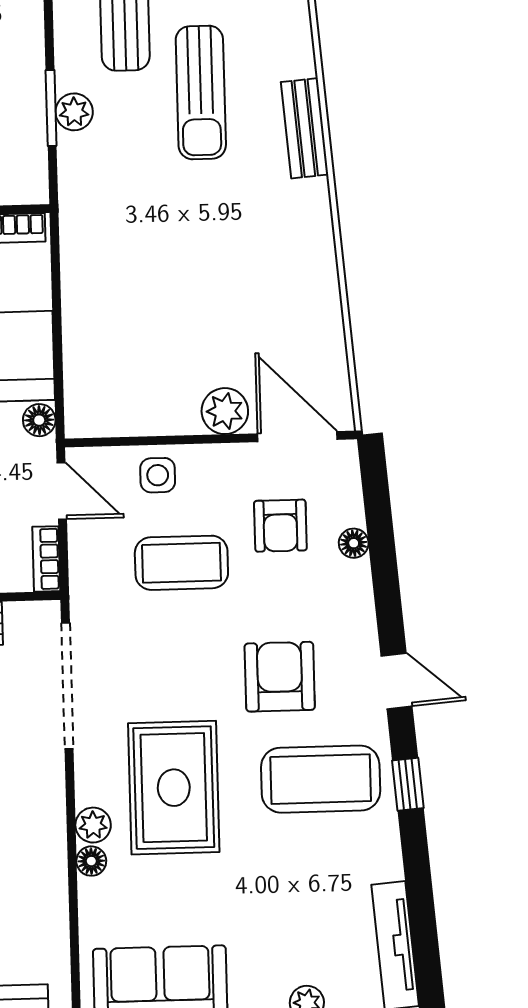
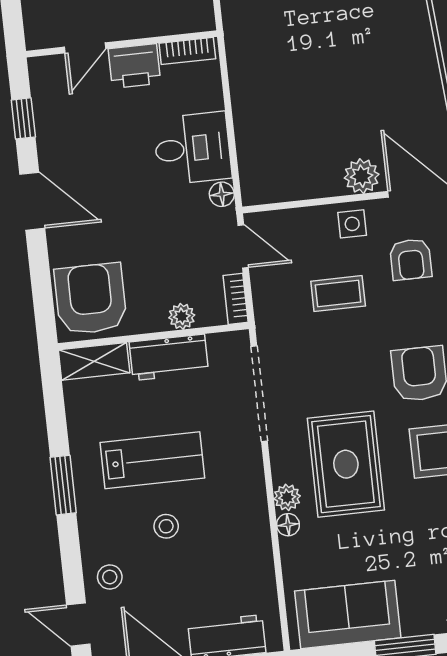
side table: (158, 475) -> (352, 224), moved
coffee table: (181, 563) -> (338, 294), width x0.73, depth x0.77

